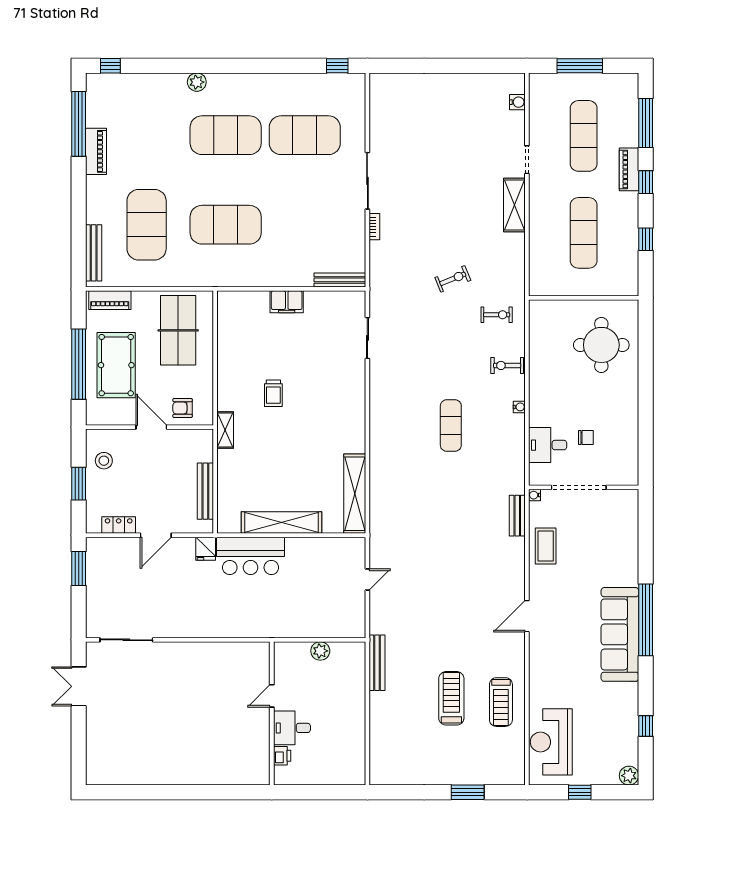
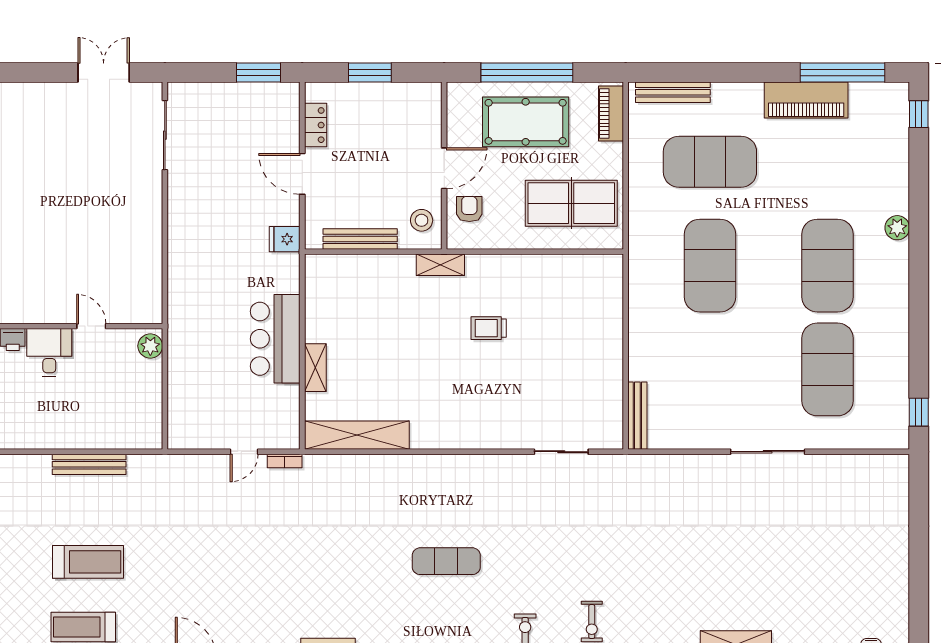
piano: (96, 151) -> (806, 100), width x1.37, depth x1.33
bookcase: (374, 227) -> (285, 461), moved
exercise bike: (453, 279) -> (639, 564), removed
filing cabinet: (287, 302) -> (609, 346), removed
stool: (104, 461) -> (422, 220), moved
shelving: (282, 523) -> (315, 368), width x0.45, depth x0.75
bar counter: (251, 556) -> (275, 339), moved
door: (367, 580) -> (244, 452), hinge flipped
plant: (320, 651) -> (150, 346), moved
bench: (377, 663) -> (89, 464), moved

